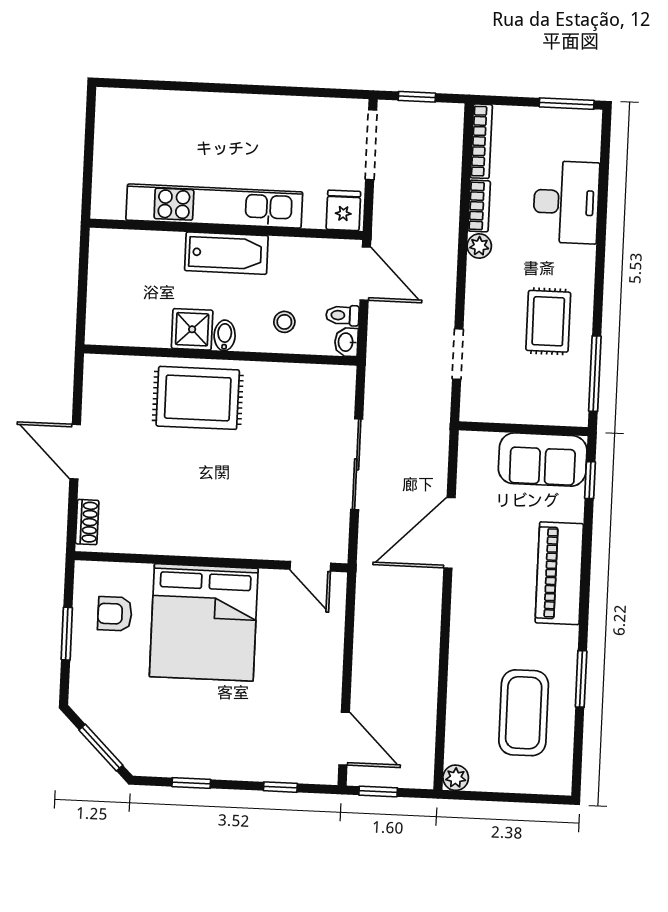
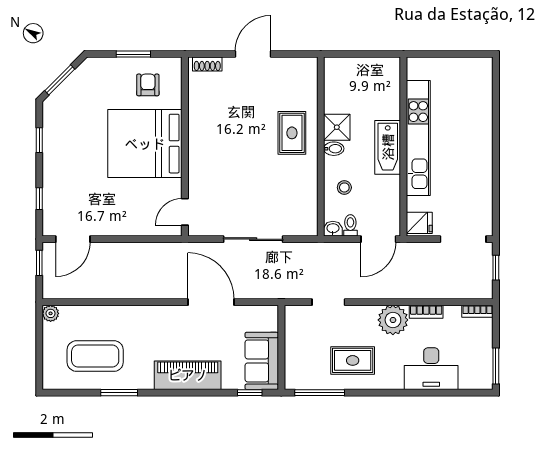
bookcase: (481, 141) -> (477, 311), width x0.64
plant: (479, 246) -> (393, 320), width x1.88, depth x1.88
rug: (198, 398) -> (292, 133), width x0.73, depth x0.70

